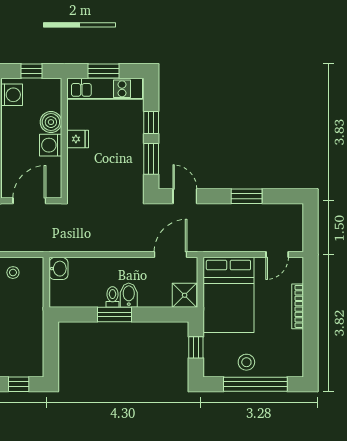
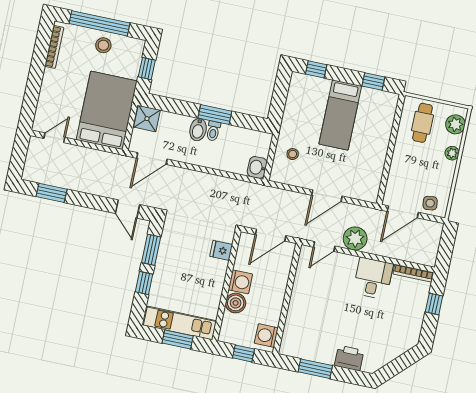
fridge: (78, 139) -> (221, 250), moved
window: (247, 196) -> (52, 193), moved
stool: (13, 273) -> (293, 154), moved
bookcase: (298, 306) -> (54, 47), moved

